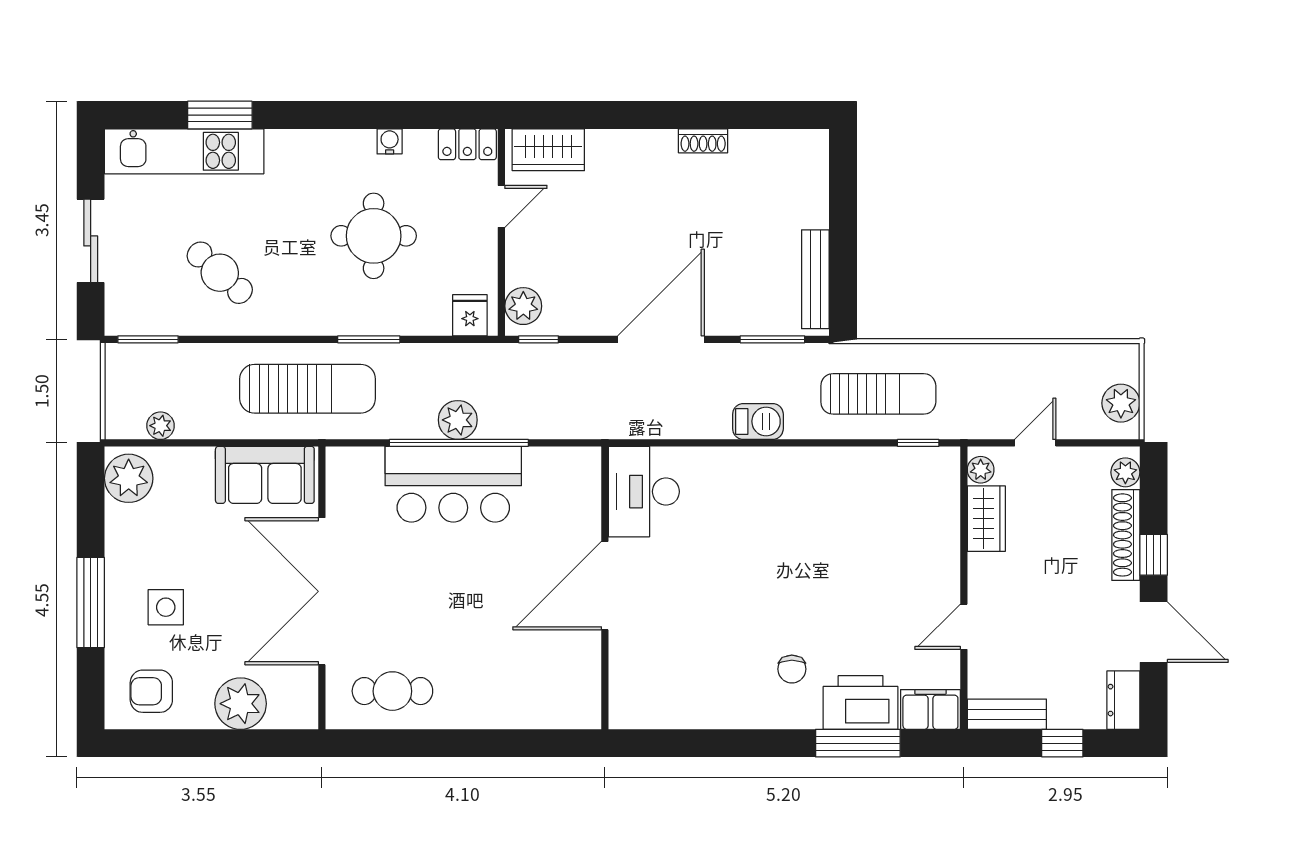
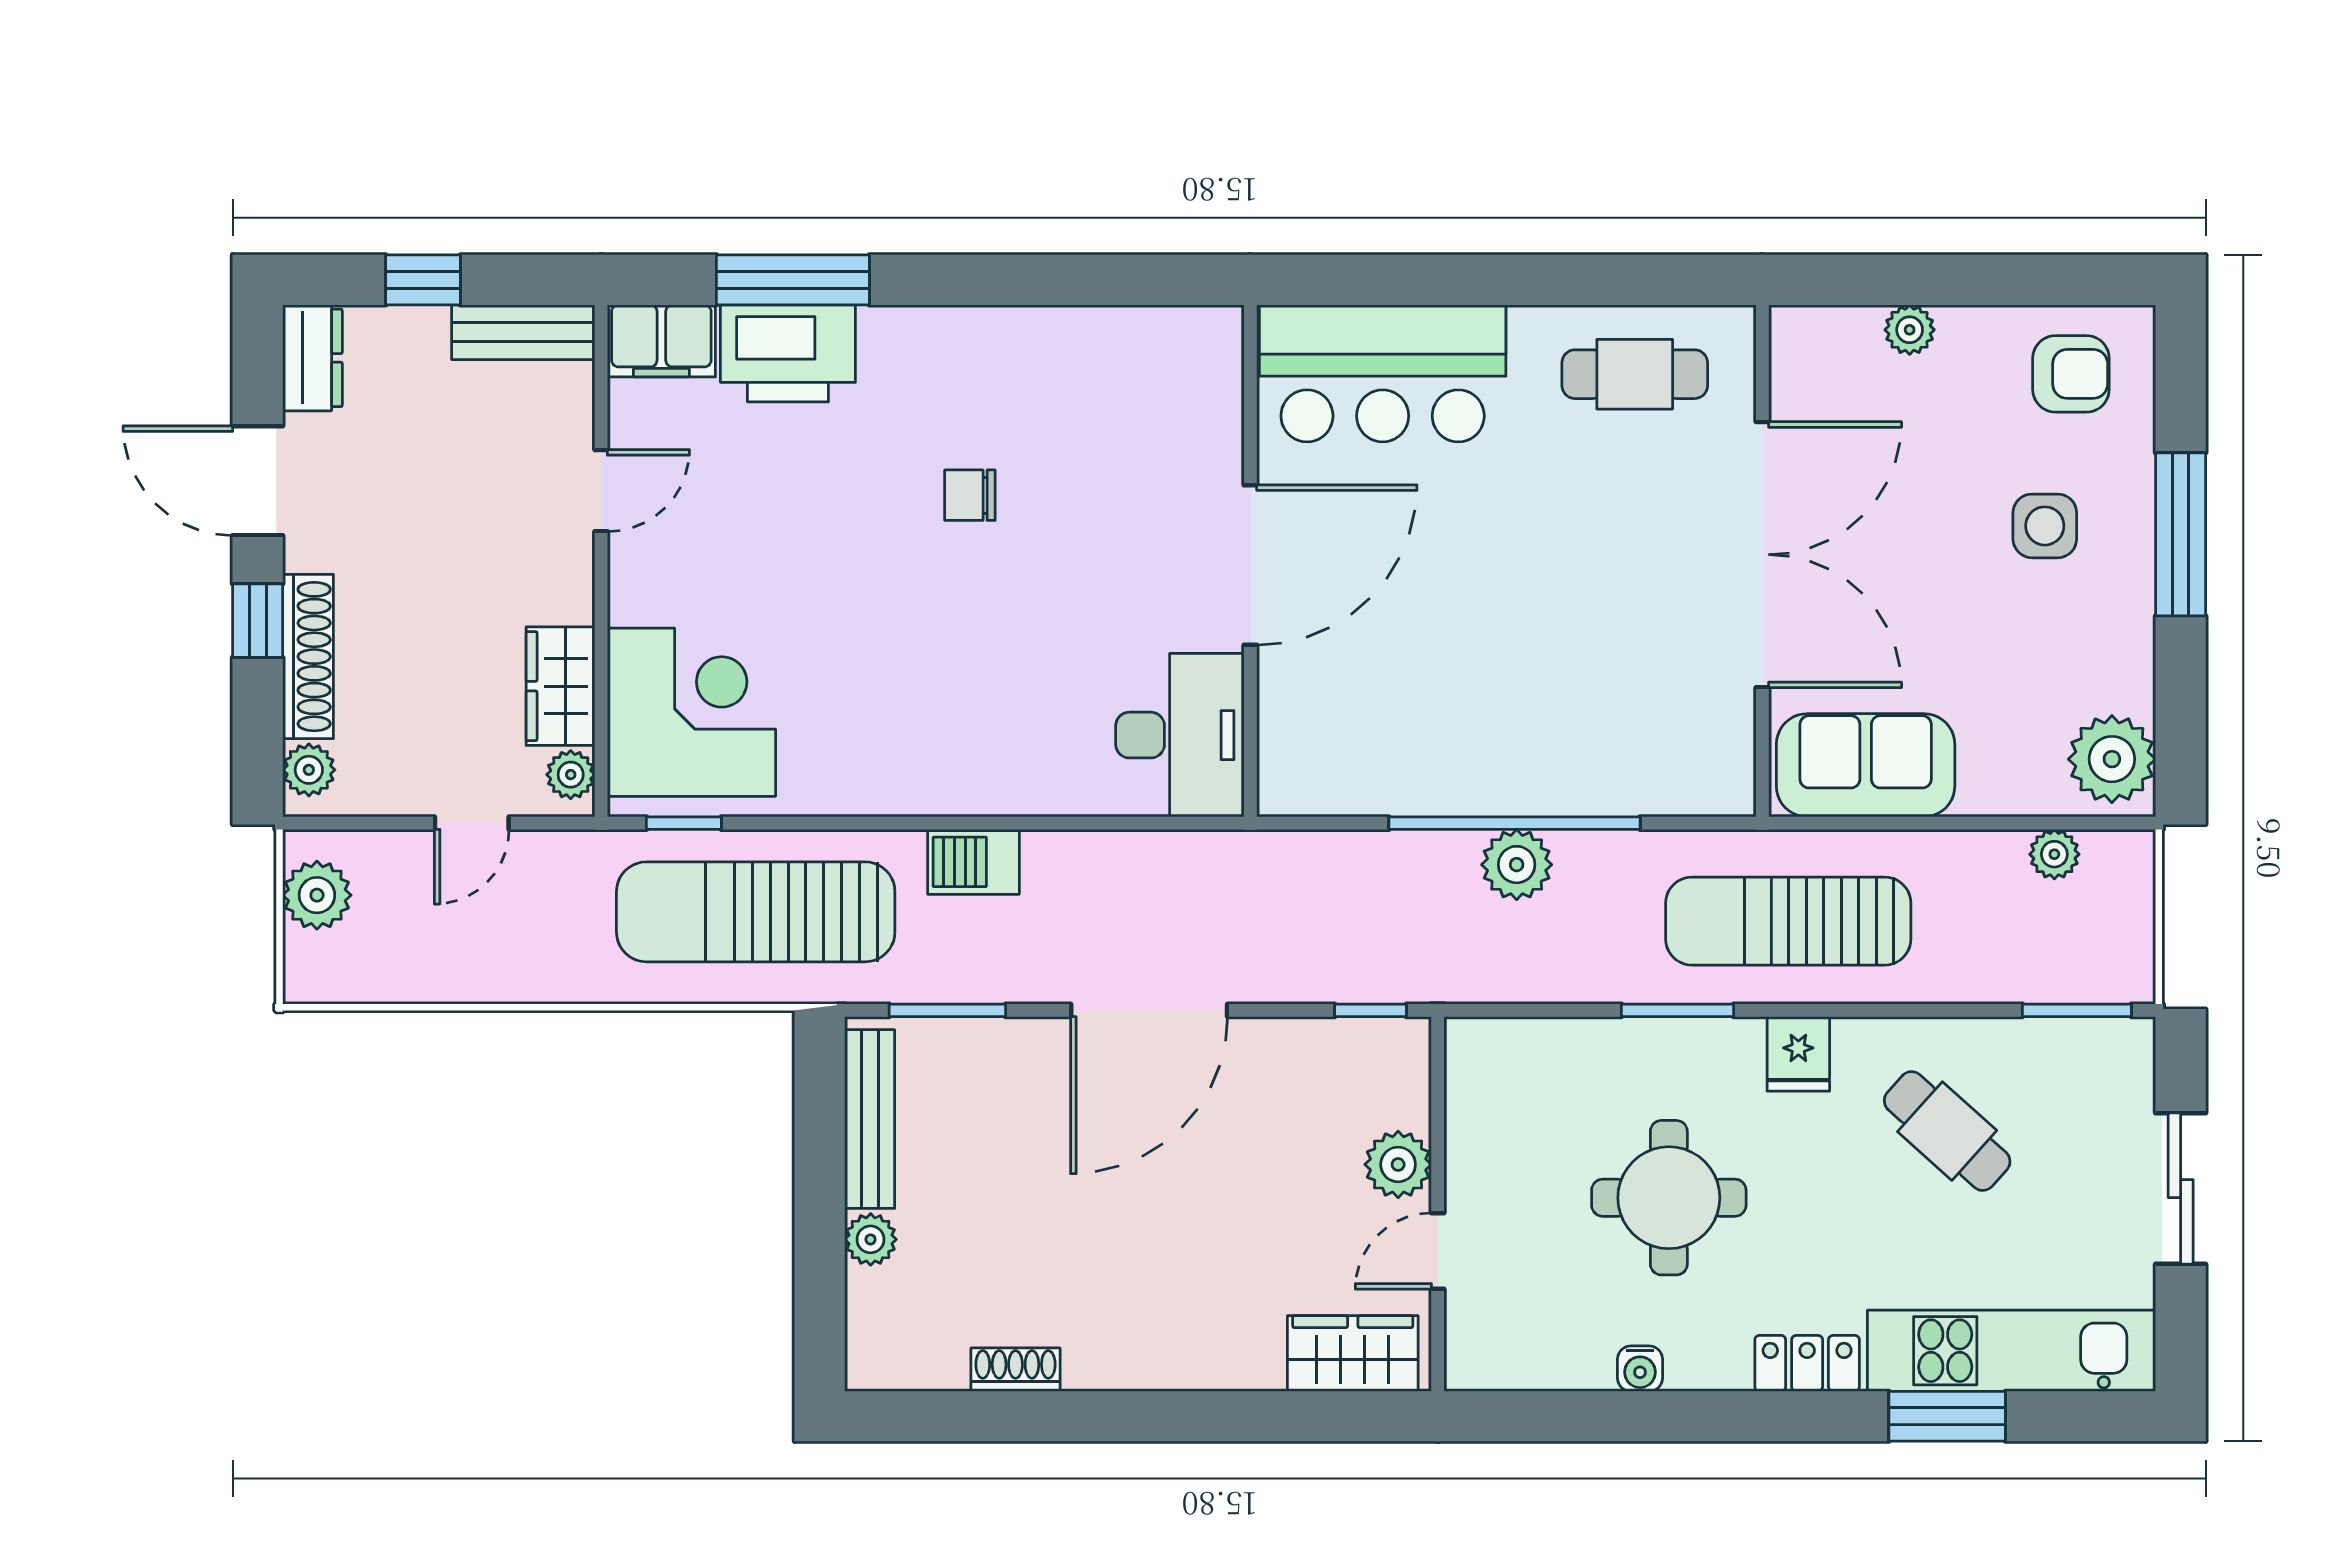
shoe rack: (703, 141) -> (1016, 1370), moved
locker: (467, 144) -> (1807, 1363), moved
plant: (815, 213) -> (871, 1239), added
plant: (523, 306) -> (1398, 1164), moved
fridge: (470, 315) -> (1798, 1054), moved
sun lounger: (878, 394) -> (756, 912), width x1.36, depth x1.34
bar counter: (453, 484) -> (1383, 373), moved, turned 180
corner desk: (914, 504) -> (691, 712), added
chair: (792, 669) -> (970, 495), moved, turned -90
plant: (241, 704) -> (1910, 330), width x0.53, depth x0.53

